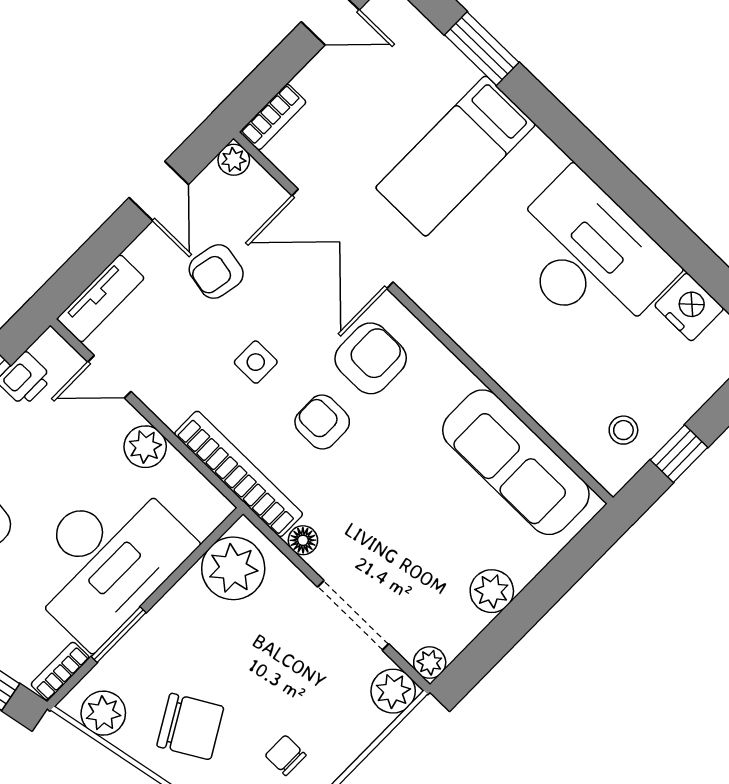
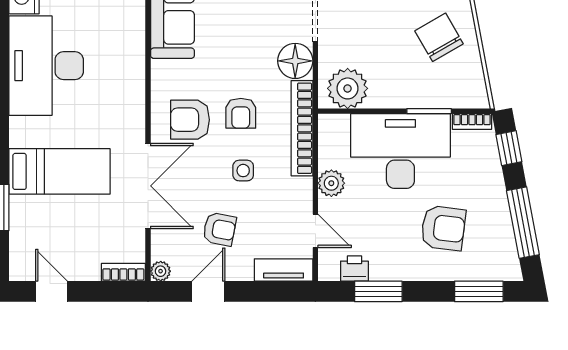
floor lamp: (303, 540) -> (295, 61), width x1.89, depth x1.89
plant: (103, 713) -> (472, 83), removed

